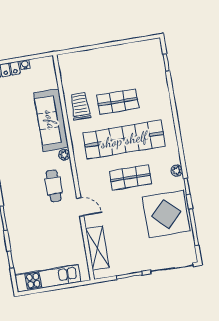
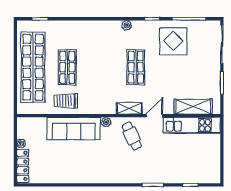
shop shelf: (124, 140) -> (33, 67), moved
plant: (177, 171) -> (127, 25), moved
shelving: (84, 178) -> (129, 108), added
cafe table: (54, 186) -> (132, 136), turned 65
display table: (166, 214) -> (173, 41), width x0.73, depth x0.73
kitchen unit: (48, 278) -> (192, 125), moved, turned -90

